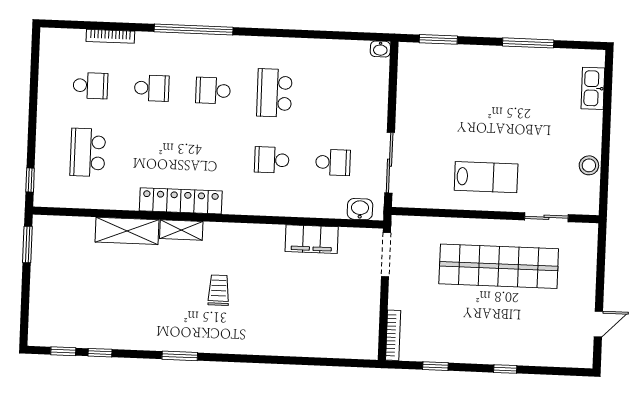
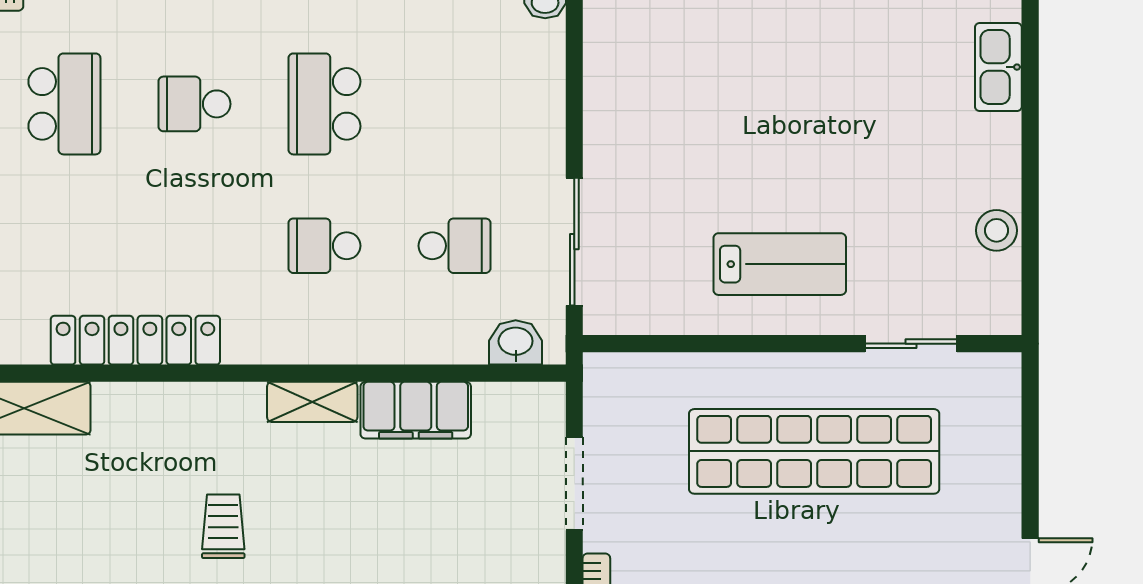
school desk: (152, 88) -> (64, 104), width x1.85
shelving: (181, 230) -> (312, 402), moved
doorway: (386, 255) -> (574, 484), moved

